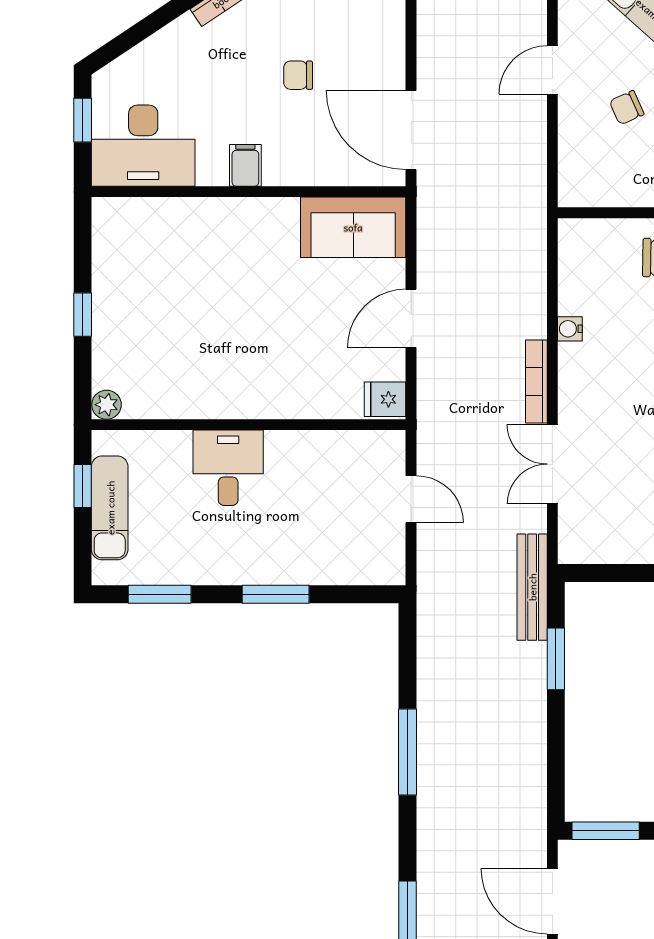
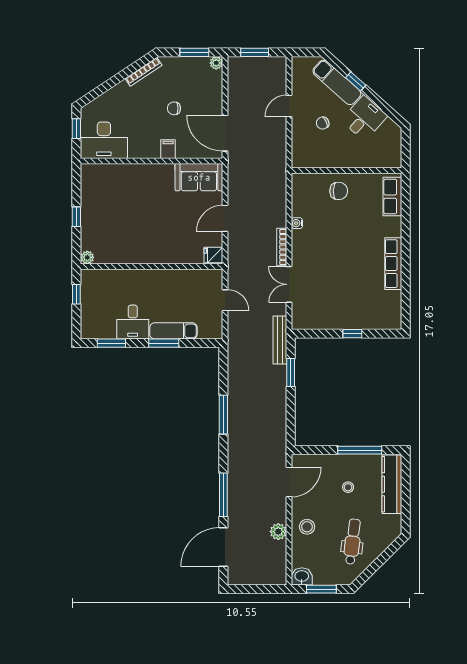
filing cabinet: (245, 165) -> (168, 149), moved
desk: (228, 468) -> (133, 322), moved, turned 180
exam couch: (110, 508) -> (173, 331), moved, turned -90
window: (606, 831) -> (313, 450), removed
door: (552, 901) -> (289, 482), swing flipped

